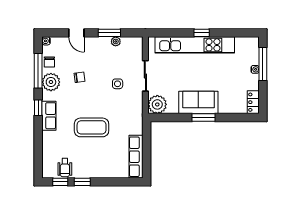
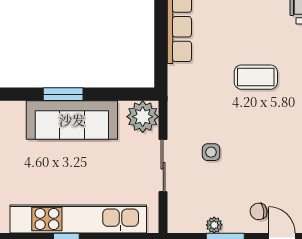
chair: (80, 77) -> (259, 211), moved
sofa: (198, 102) -> (72, 120), width x1.36
coffee table: (92, 127) -> (256, 77), width x0.73, depth x0.76

